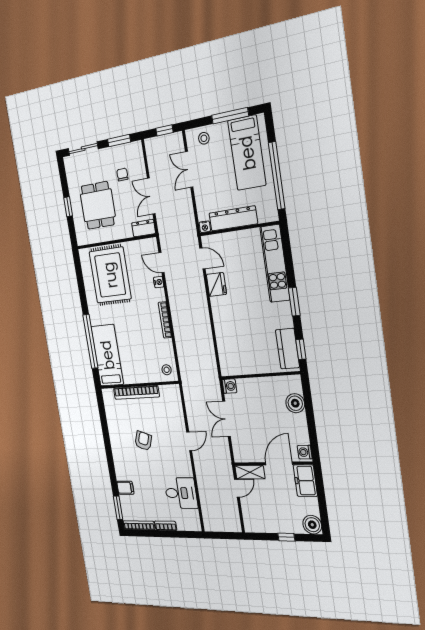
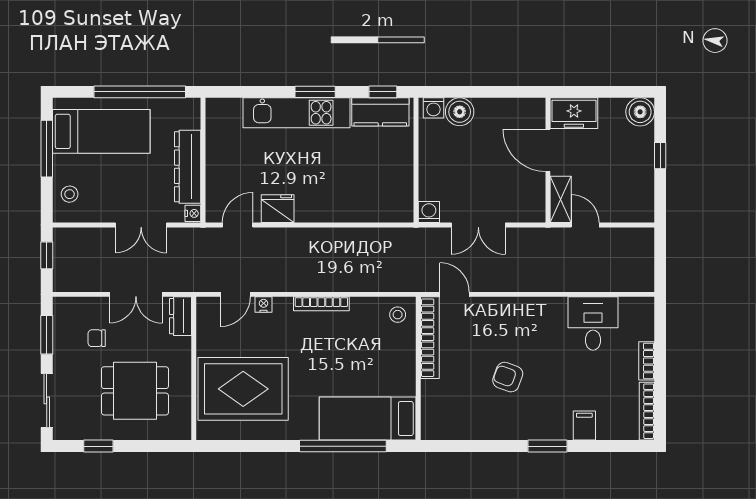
double door: (189, 169) -> (141, 225), moved
window: (68, 207) -> (98, 446), moved
kitchen unit: (275, 264) -> (296, 113), moved
bookcase: (136, 392) -> (430, 338), moved
door: (189, 441) -> (455, 294), moved
washing machine: (305, 452) -> (433, 108), moved
window: (118, 508) -> (547, 446), moved

